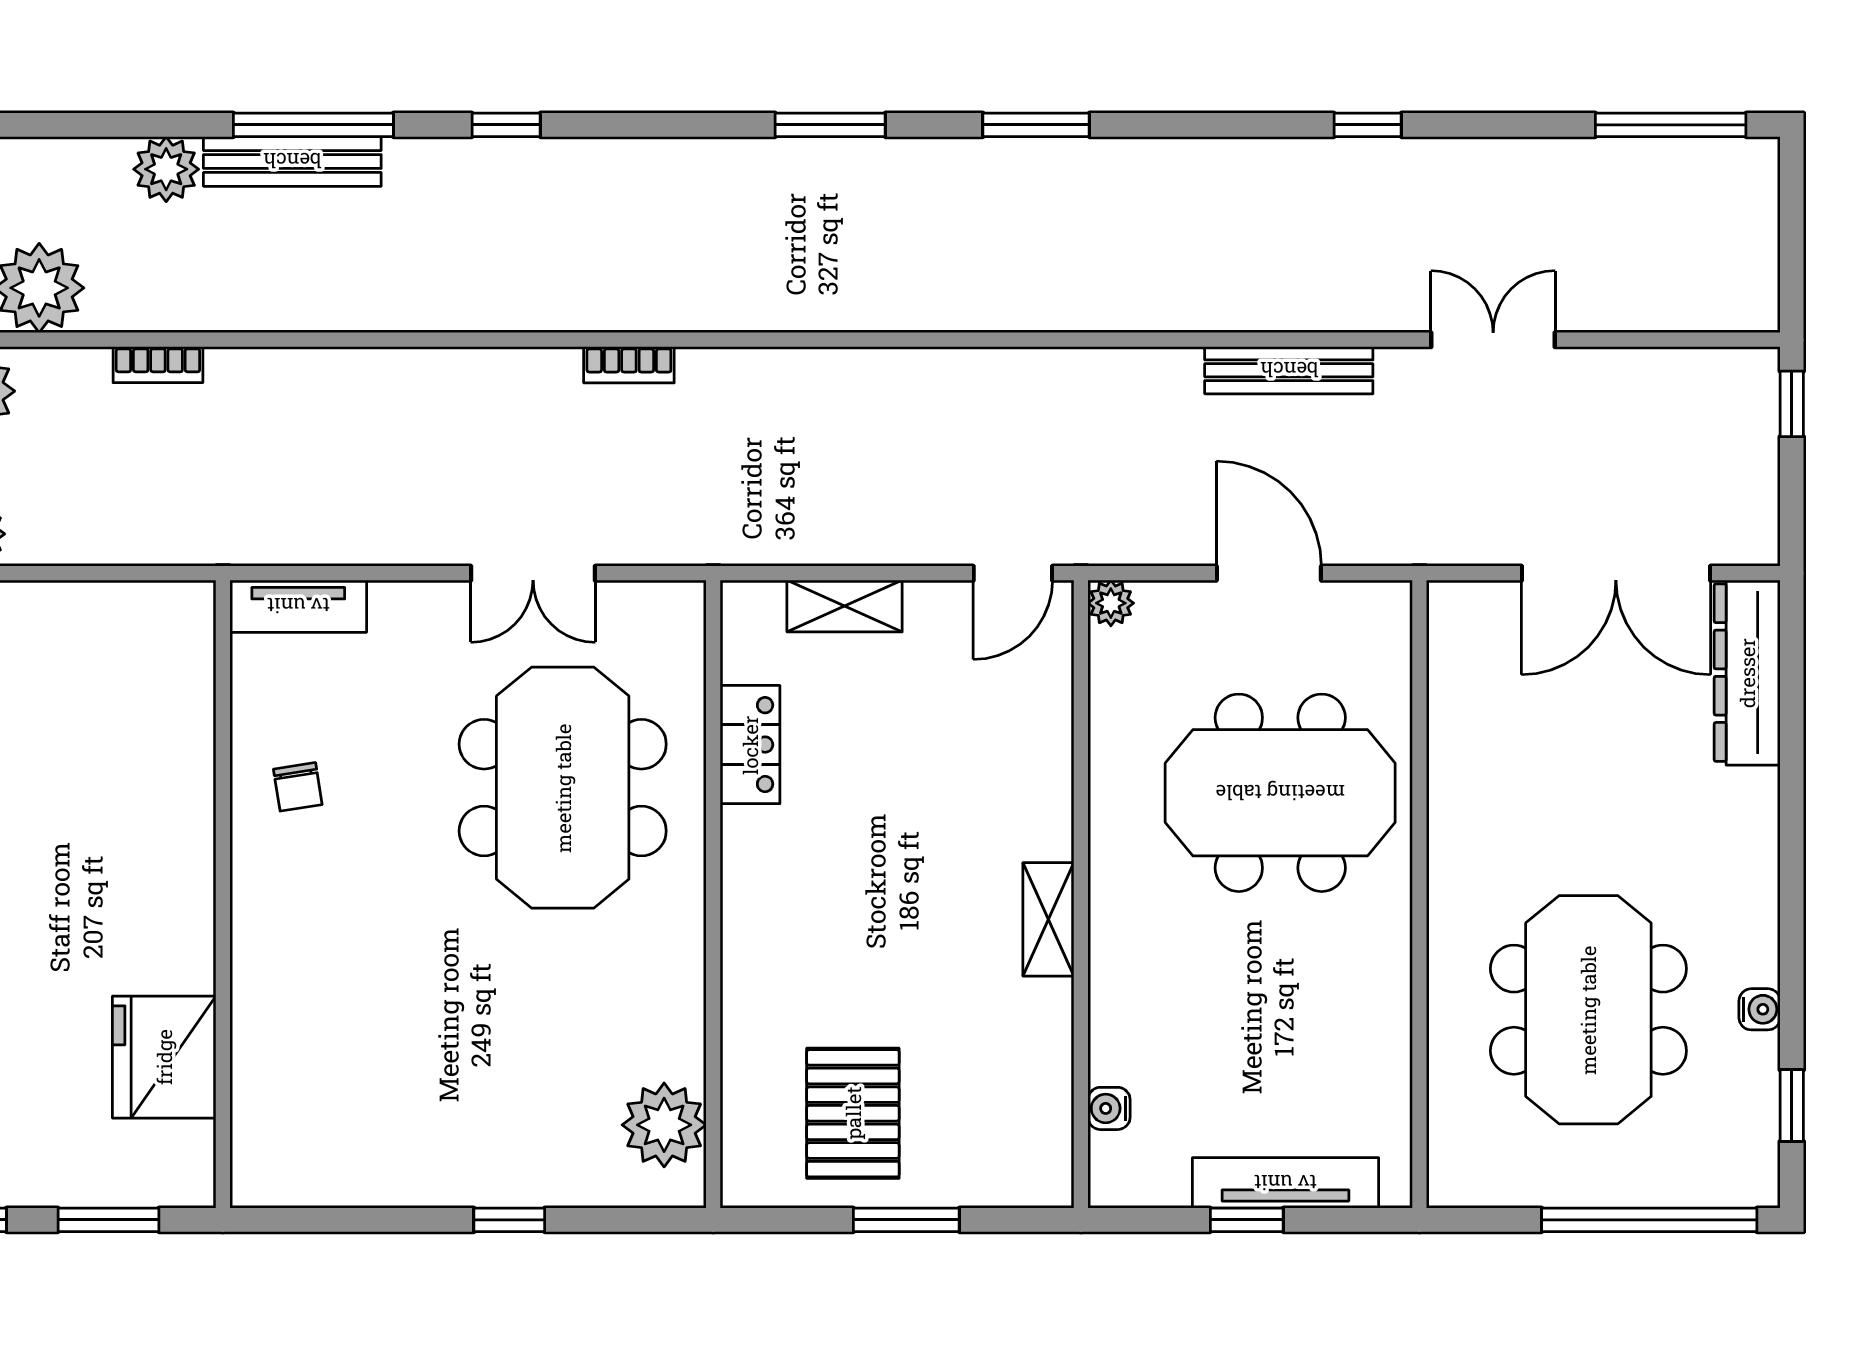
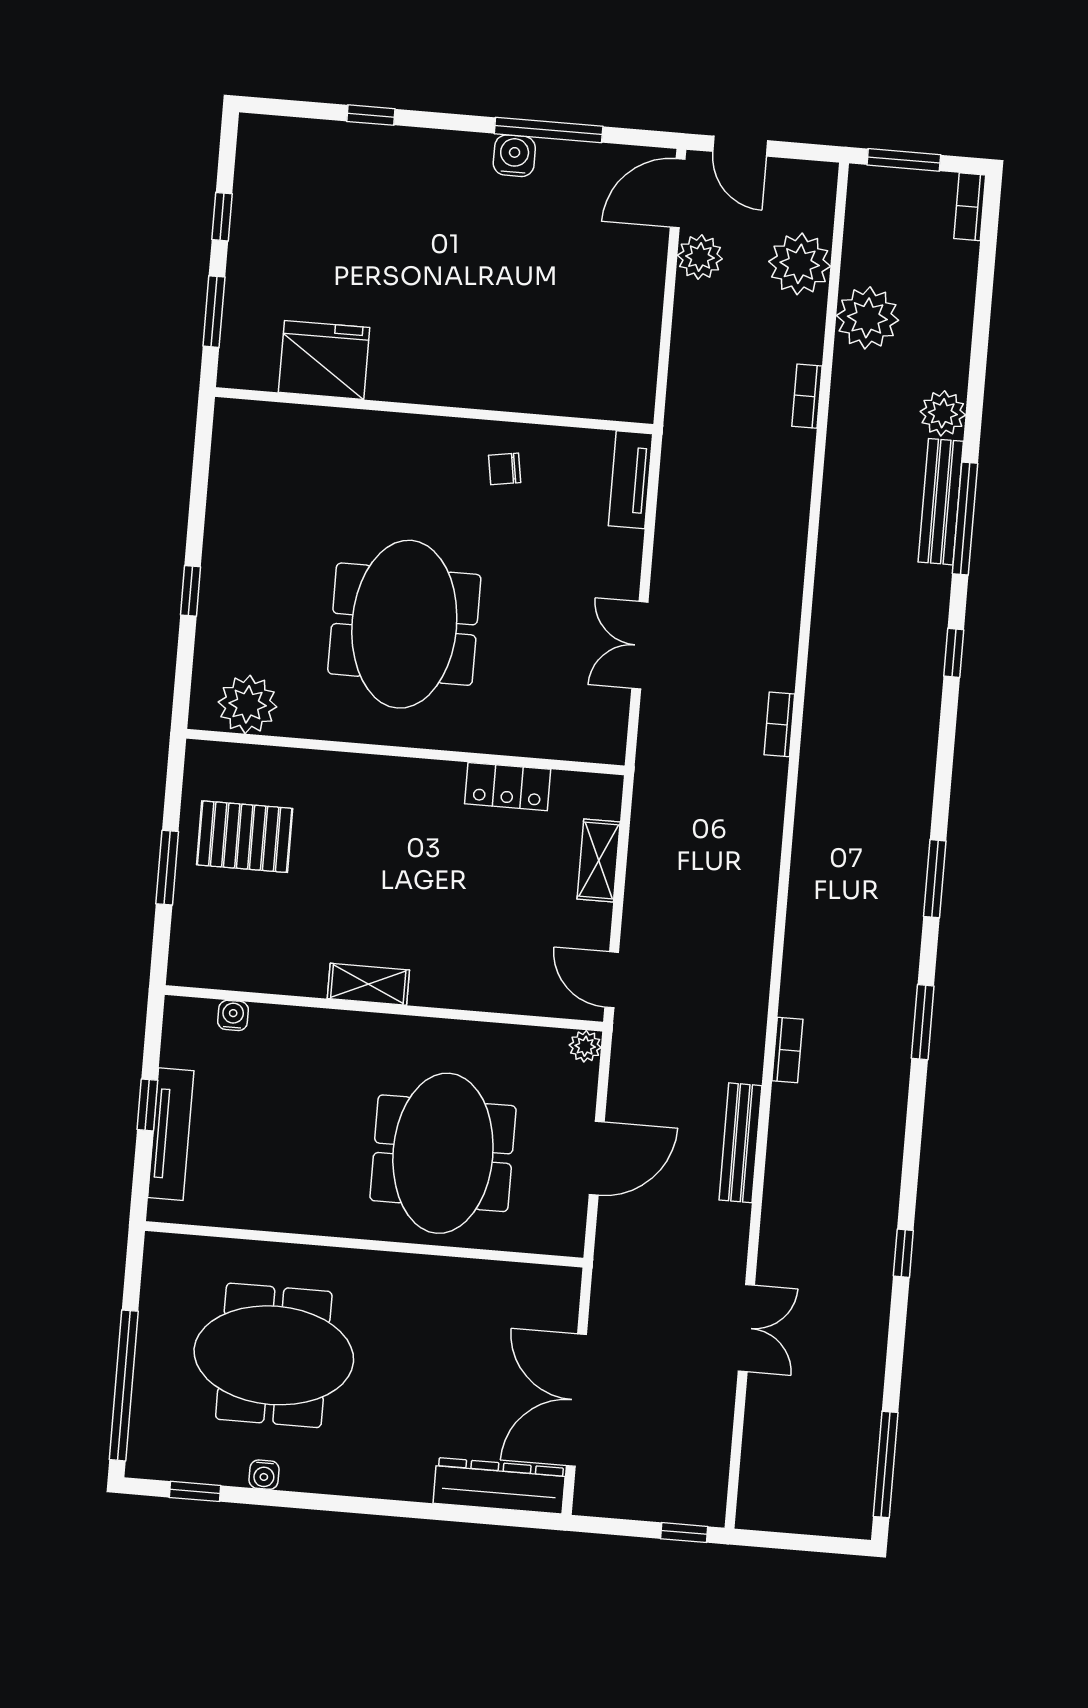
bookcase: (1092, 314) -> (787, 1050), added
bench: (1289, 370) -> (740, 1143), moved
meeting table: (563, 788) -> (404, 624), moved, turned 90

